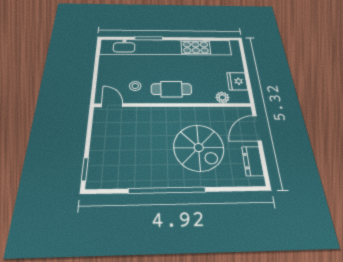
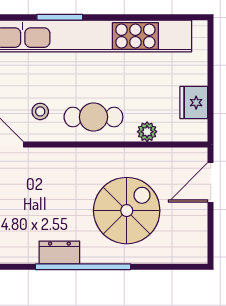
plant: (222, 97) -> (147, 132), moved
spiral stairs: (199, 148) -> (127, 211), turned -90
dresser: (253, 161) -> (59, 253), moved, turned 90

